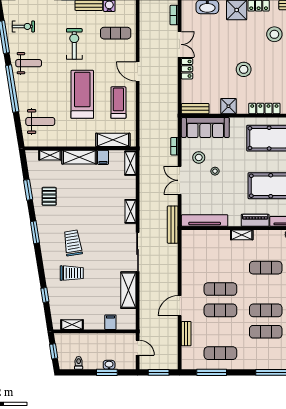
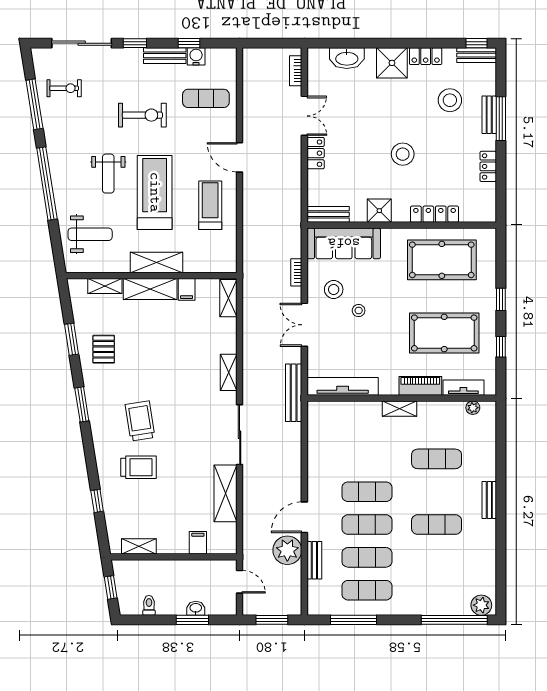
exercise bike: (74, 44) -> (142, 115), turned 90
weight bench: (29, 63) -> (108, 174), moved, turned 90
shelving: (113, 140) -> (156, 262), moved
plant: (169, 327) -> (287, 550), added
exercise mat: (266, 332) -> (367, 557), moved

